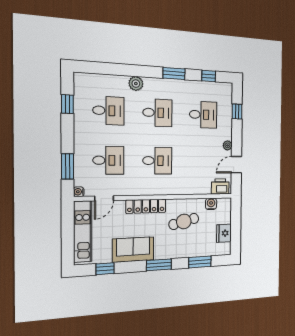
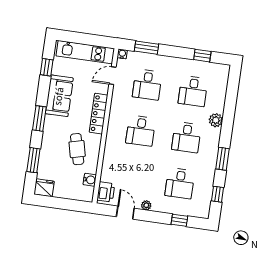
door: (104, 198) -> (113, 76), hinge flipped
fridge: (224, 233) -> (44, 188), moved

